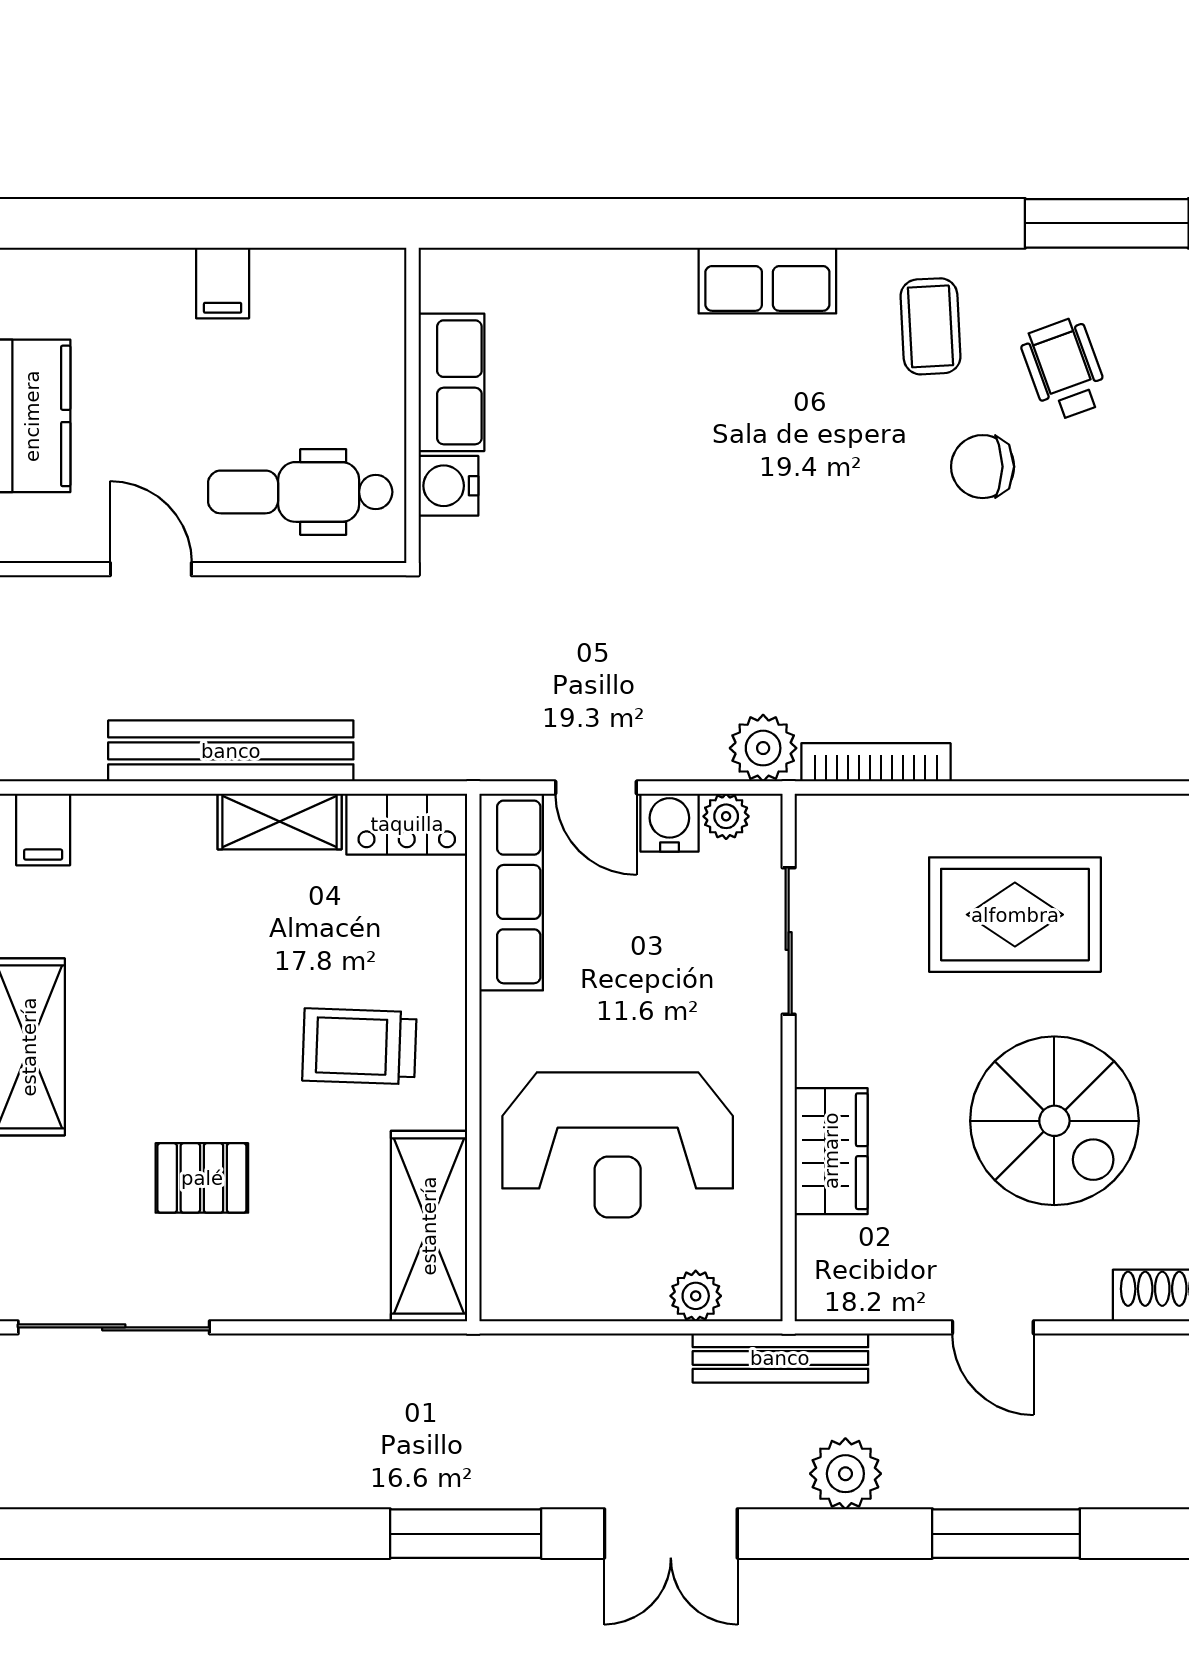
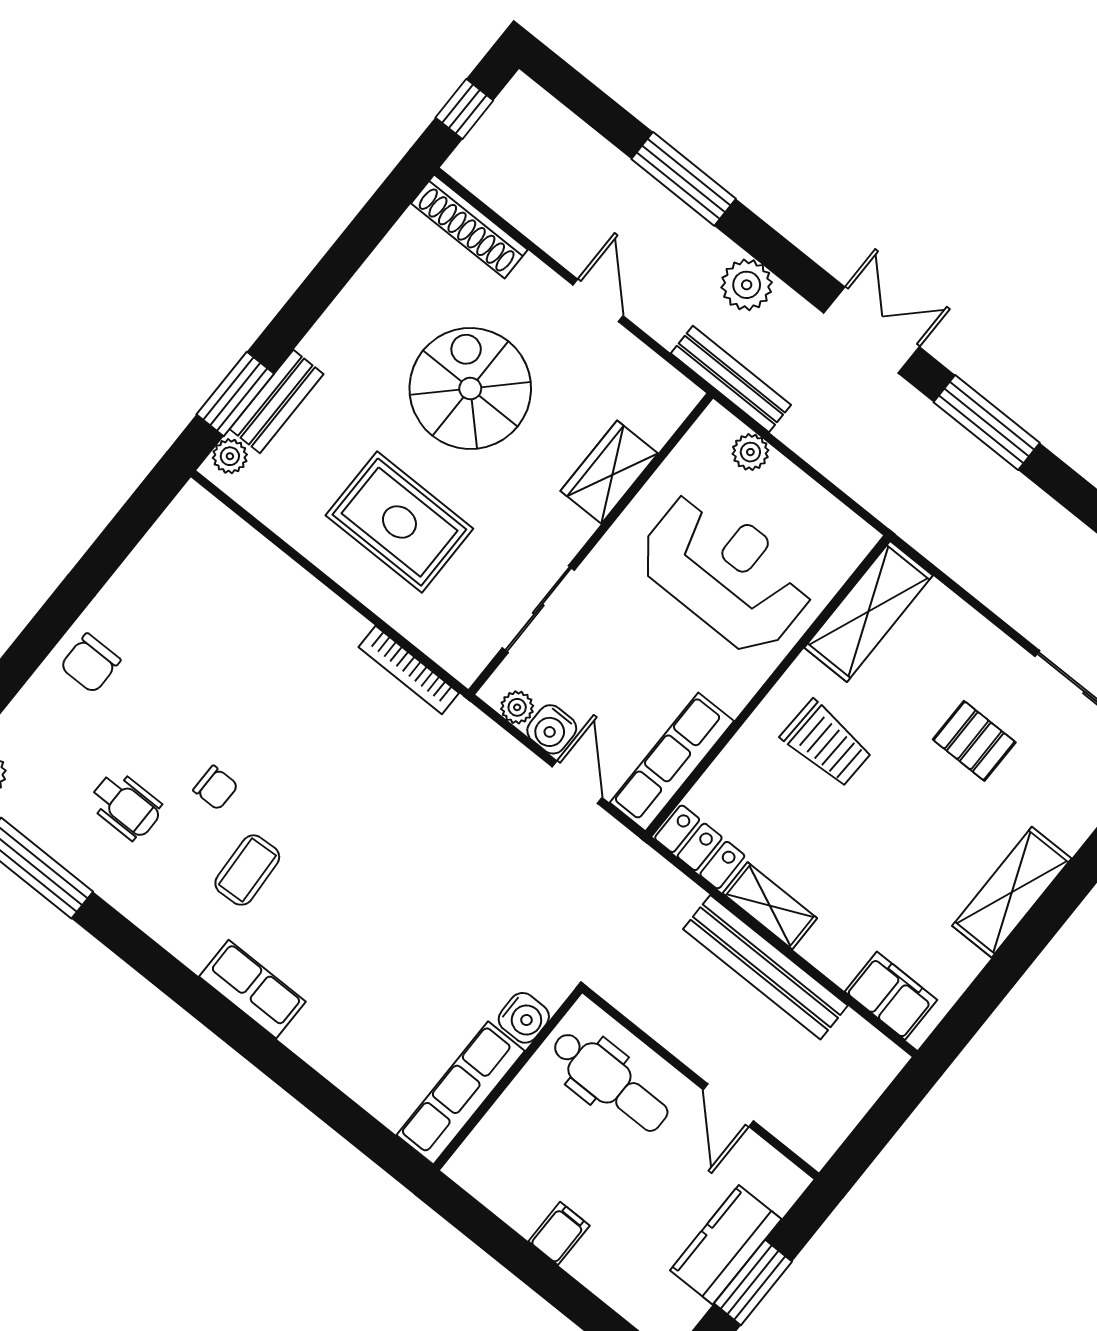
coffee table: (930, 326) -> (247, 870), moved
wheelchair: (1064, 369) -> (126, 805), turned -70
row of seats: (451, 382) -> (461, 1093), width x1.48
chair: (983, 467) -> (216, 788), width x0.73, depth x0.73
plant: (763, 748) -> (466, 729), removed
filing cabinet: (43, 829) -> (891, 996), width x2.00

